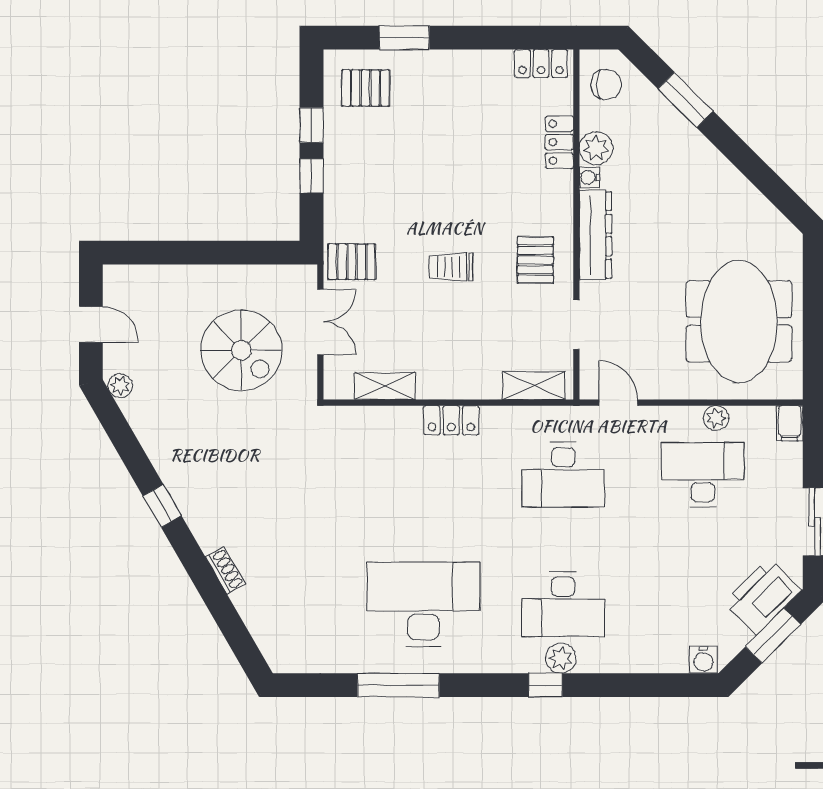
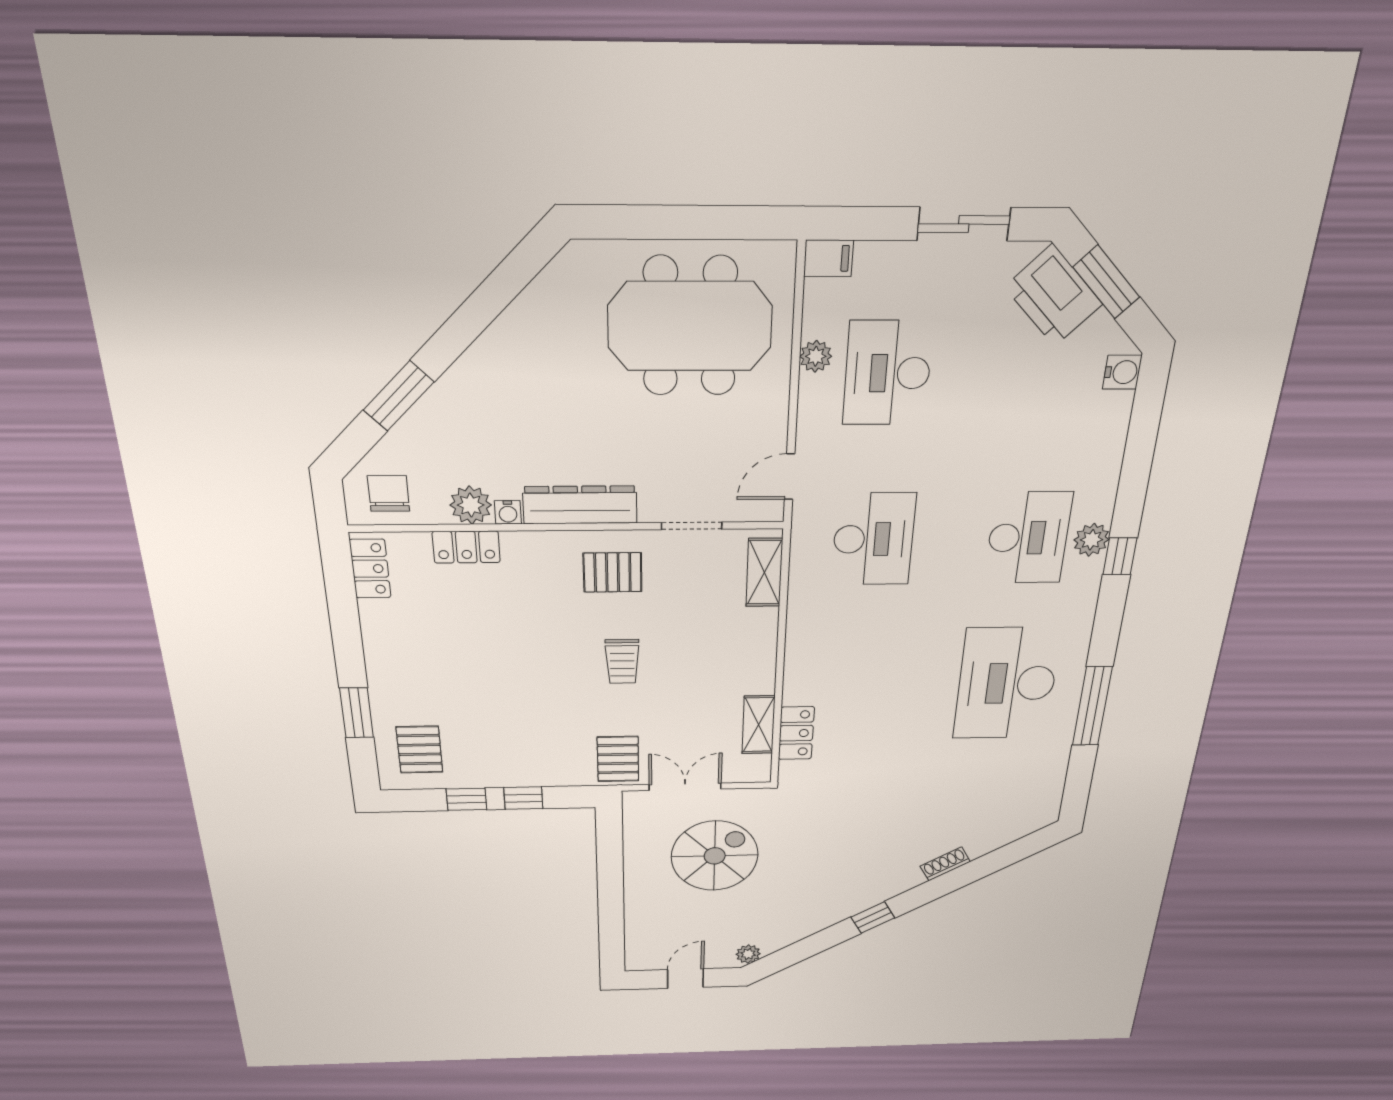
locker: (451, 420) -> (796, 733), moved

